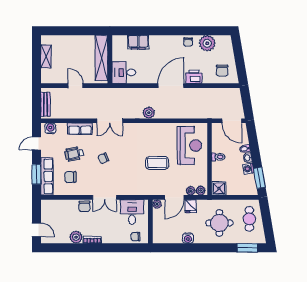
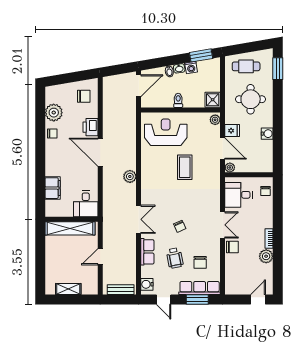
plant: (191, 191) -> (215, 131), removed

